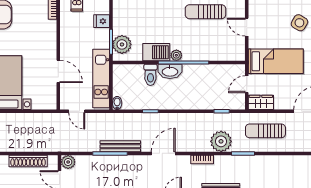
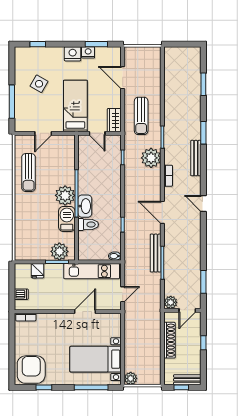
plant: (176, 55) -> (65, 195), width x1.88, depth x1.88

